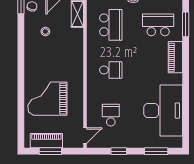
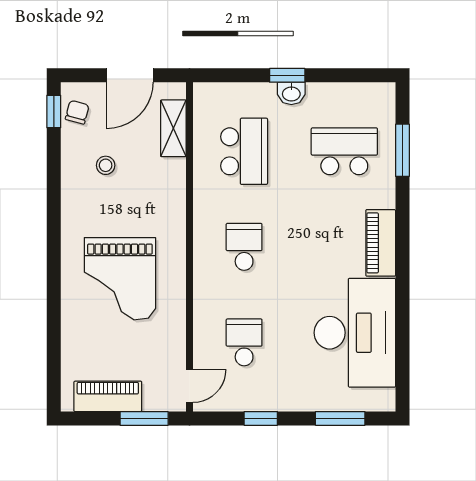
piano: (175, 57) -> (381, 243), moved
school desk: (111, 70) -> (244, 247), turned -90
grand piano: (47, 99) -> (120, 279), moved, turned -90
window: (50, 151) -> (144, 418), moved

